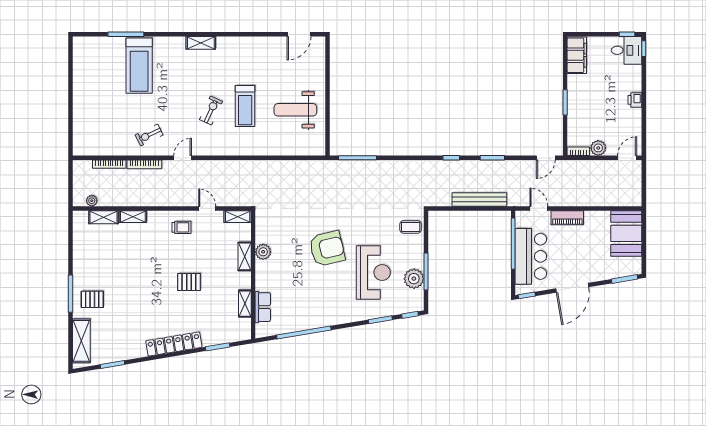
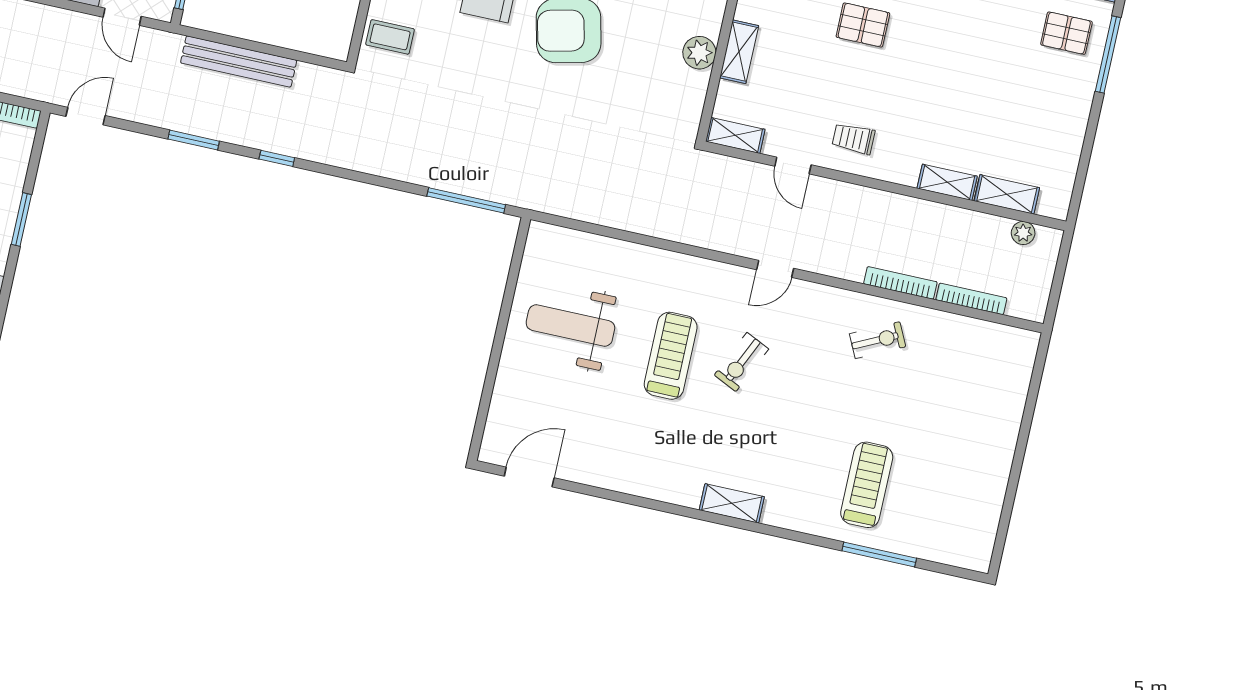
treadmill: (139, 66) -> (867, 485), width x0.73, depth x0.73
weight bench: (295, 110) -> (570, 326), turned 180
door: (183, 158) -> (775, 269), moved

